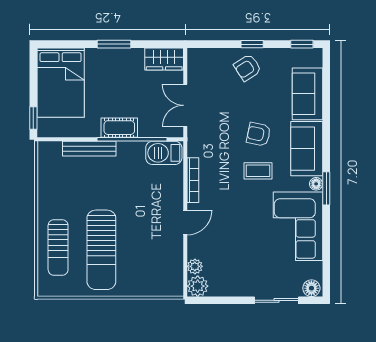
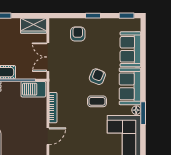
armchair: (247, 68) -> (78, 34), moved, turned 123
armchair: (259, 134) -> (97, 77), turned 100

